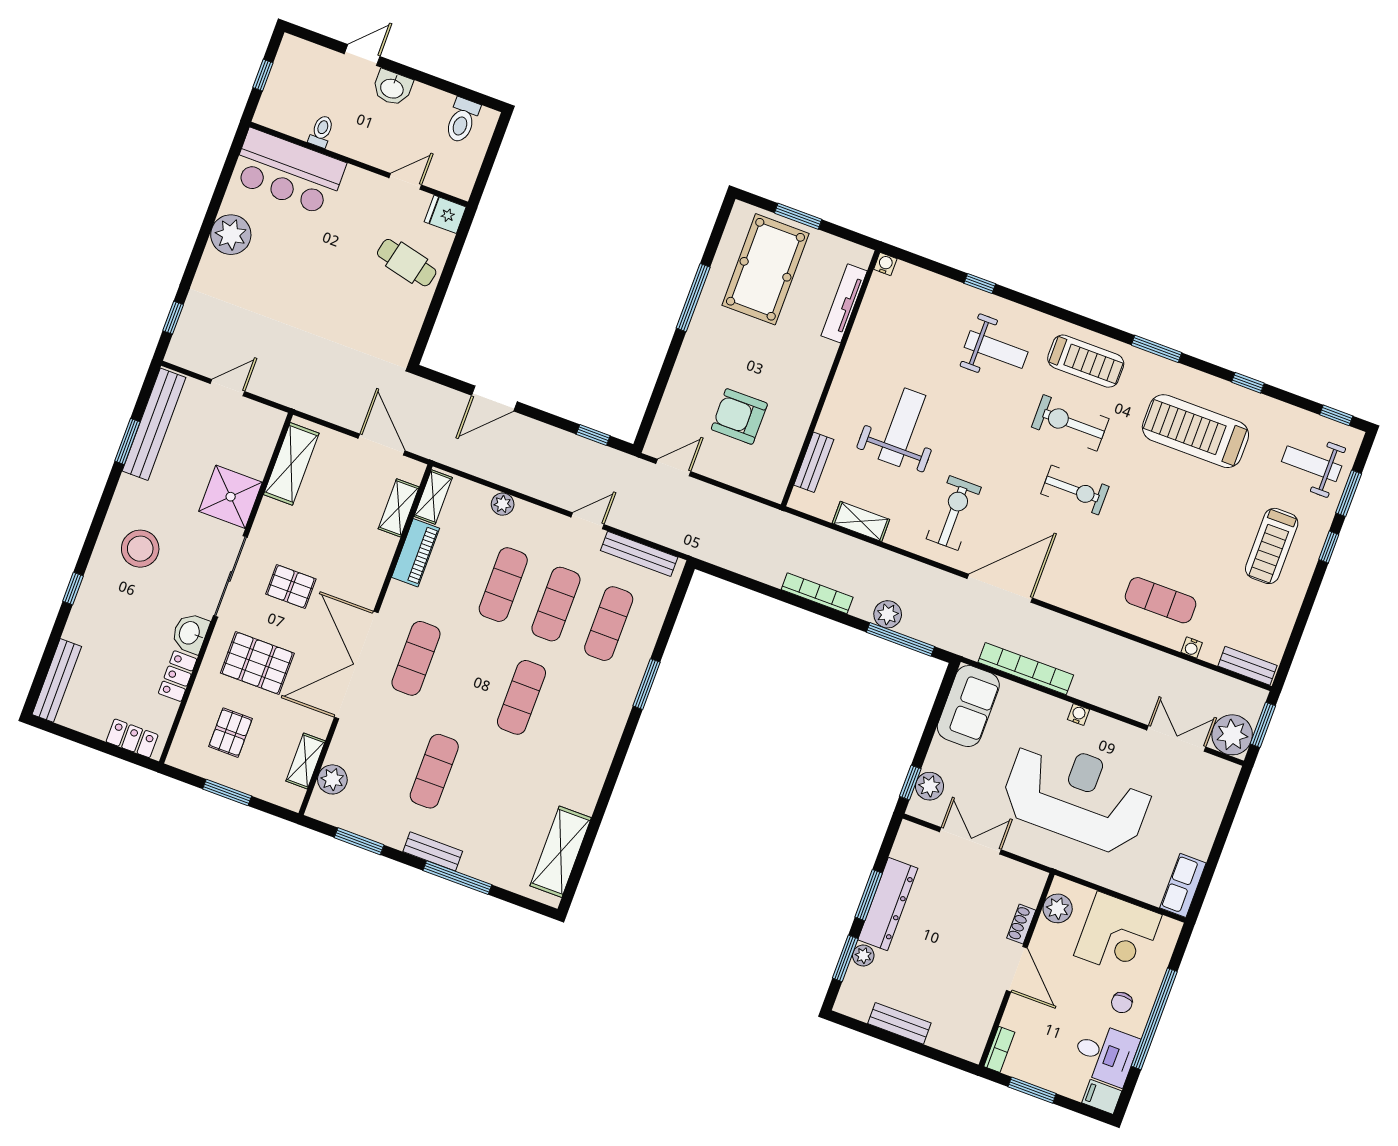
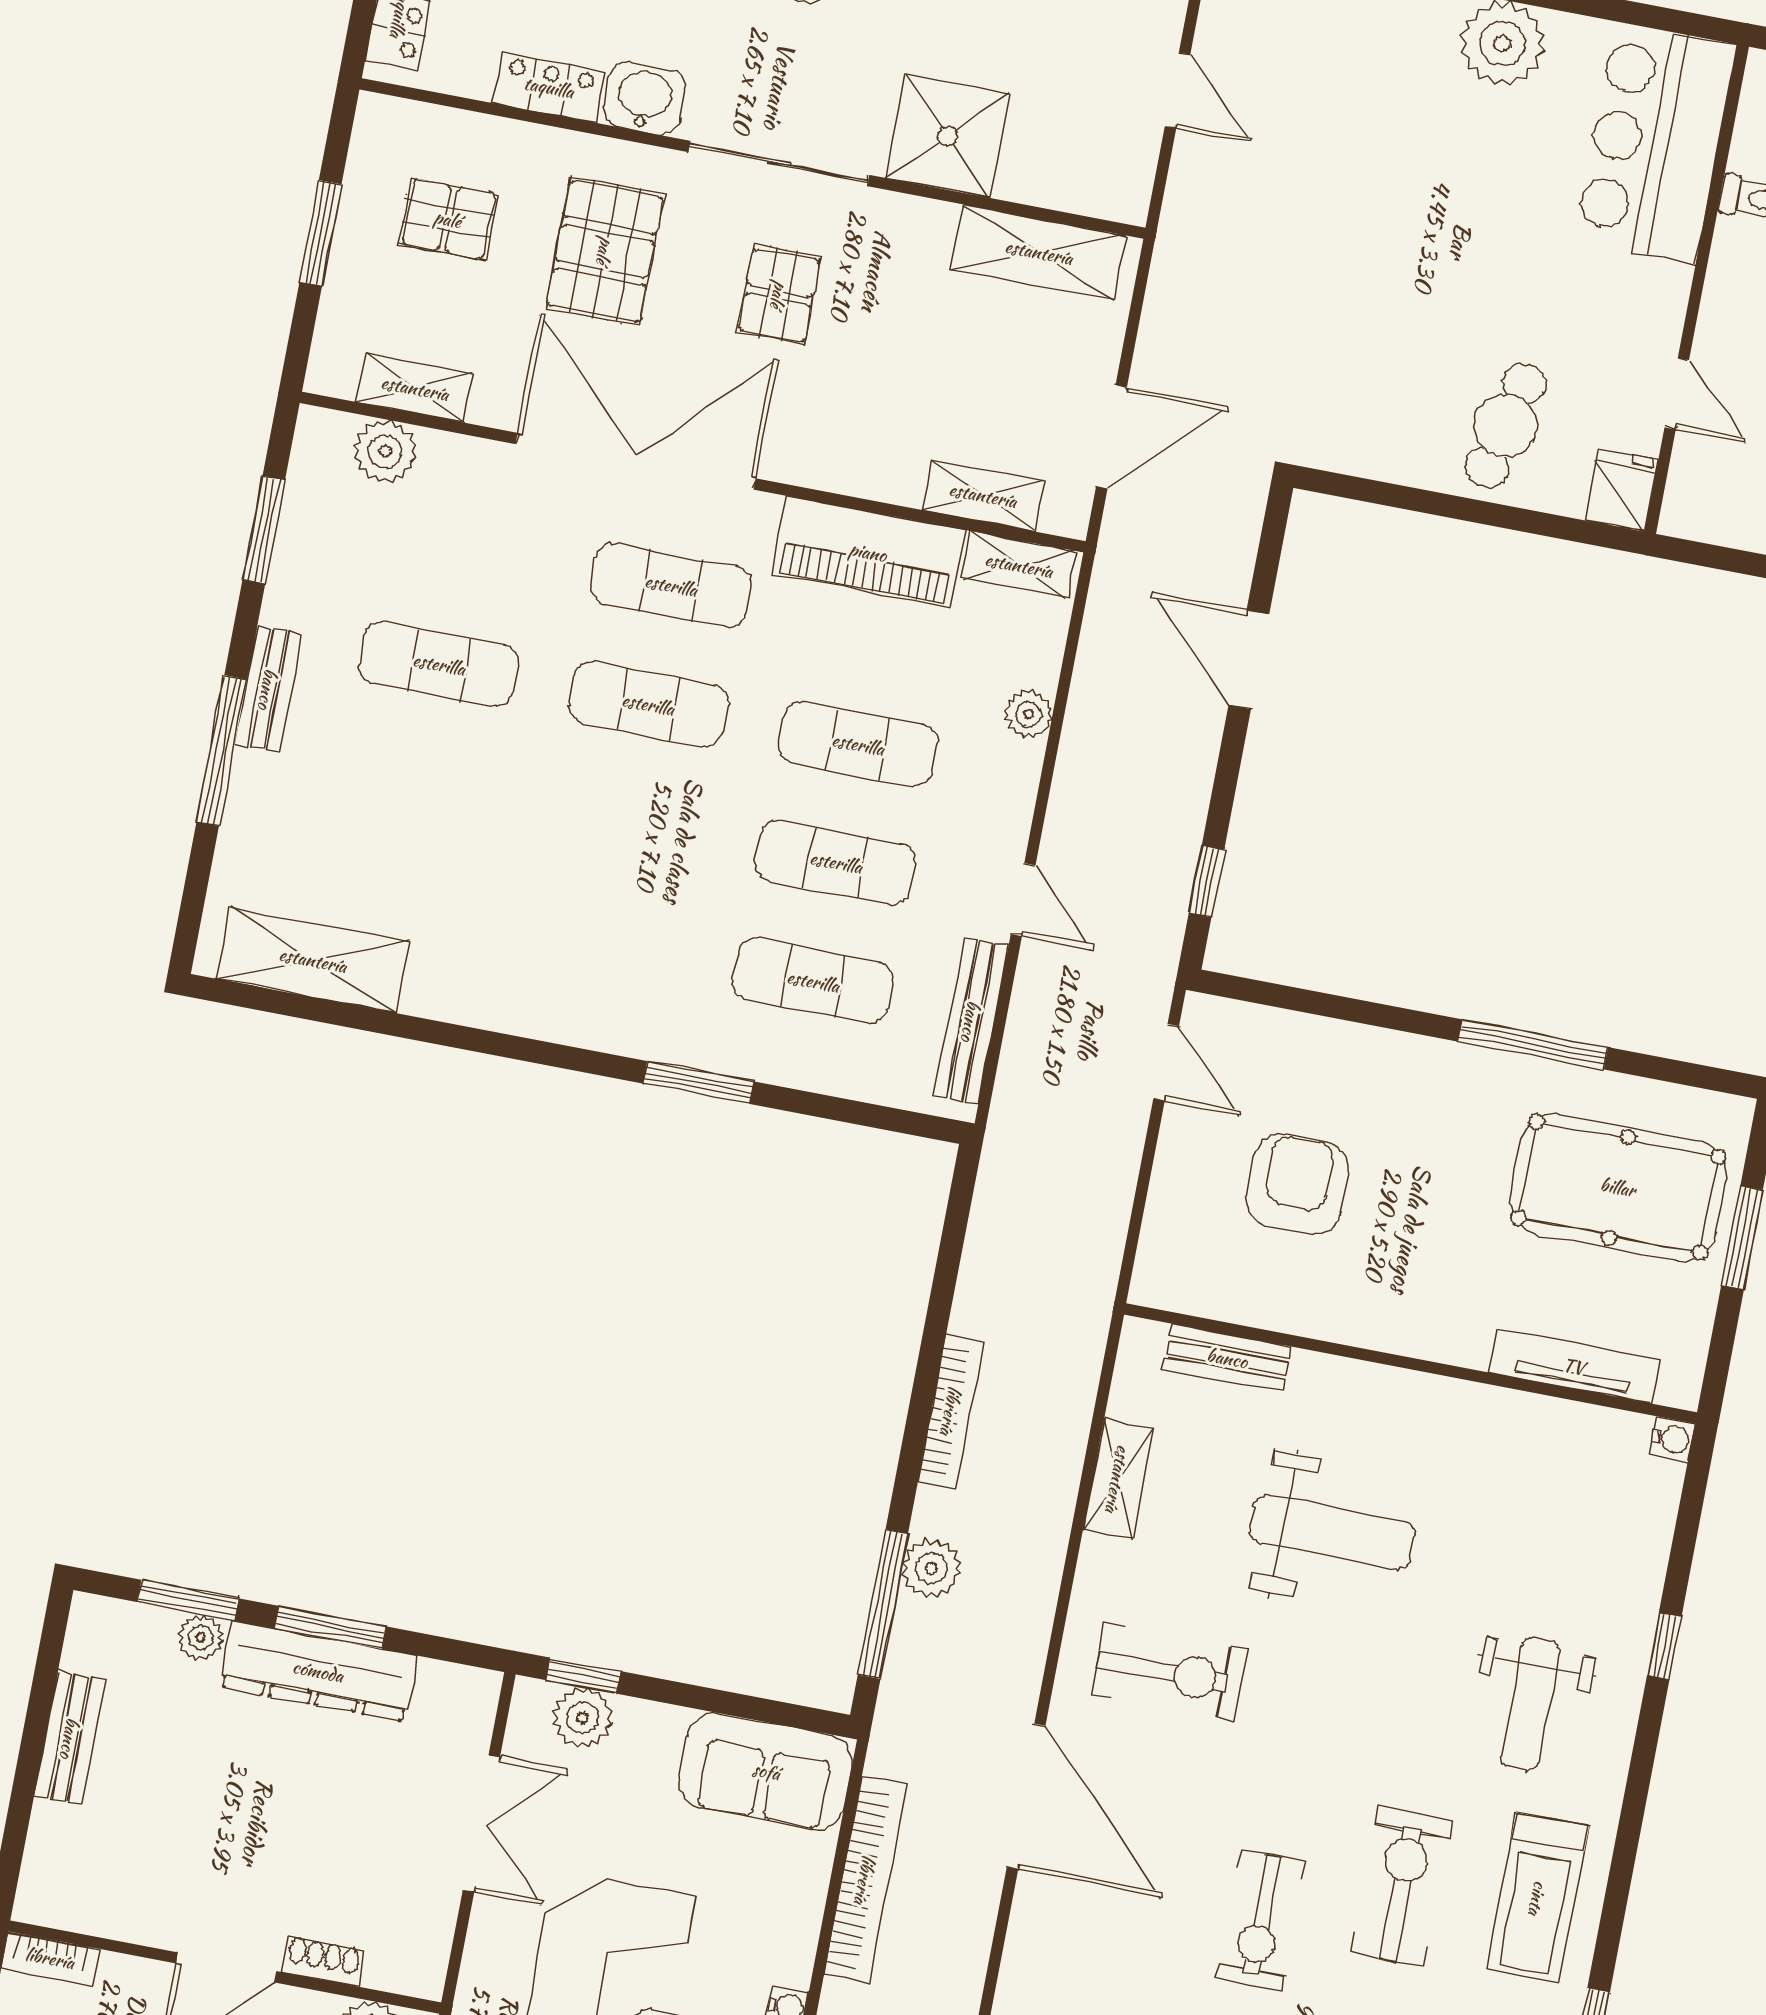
piano: (416, 553) -> (868, 552), width x1.37, depth x1.33
exercise mat: (521, 697) -> (648, 704), moved

